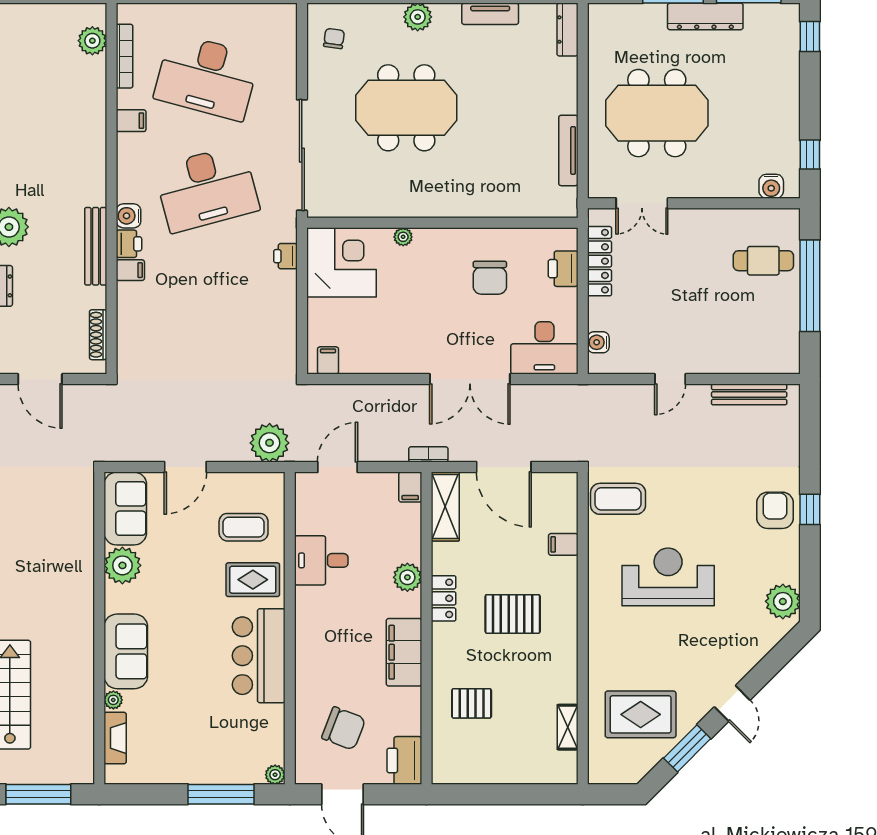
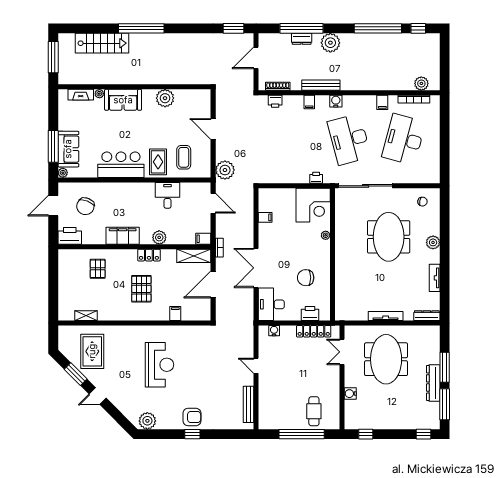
tv unit: (568, 150) -> (386, 316), moved
water cooler: (771, 186) -> (350, 394), moved
printer: (129, 244) -> (275, 101), moved
filing cabinet: (328, 360) -> (265, 217), moved
coffee table: (618, 499) -> (198, 340), removed
sofa: (125, 509) -> (68, 149), moved, turned -90

